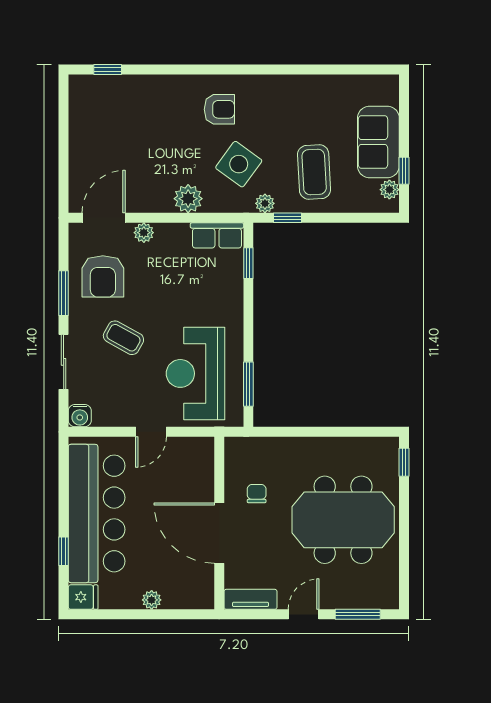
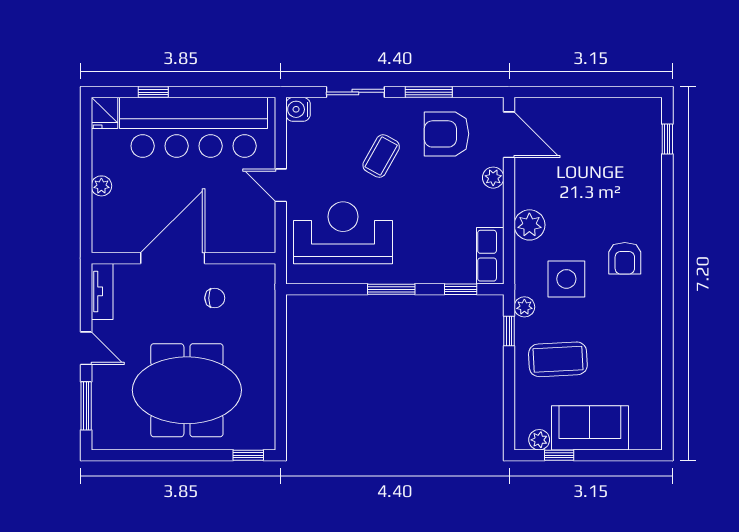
side table: (239, 164) -> (566, 279), turned -36
window: (248, 384) -> (391, 289), moved
meeting table: (343, 520) -> (187, 390), turned 90

